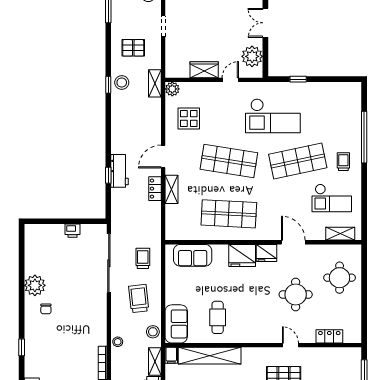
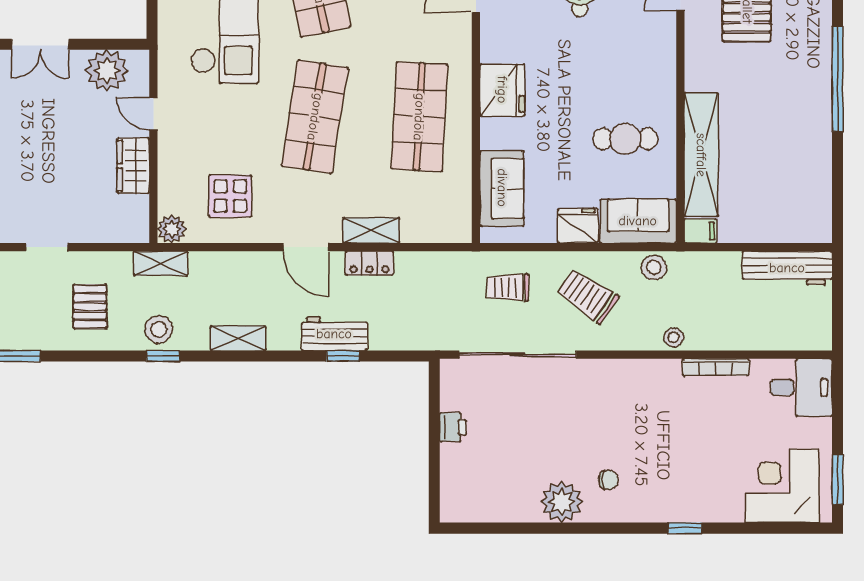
fridge: (267, 253) -> (578, 226), moved, turned -90
trolley: (139, 298) -> (588, 296), turned 40
shelving: (155, 361) -> (238, 338), moved

